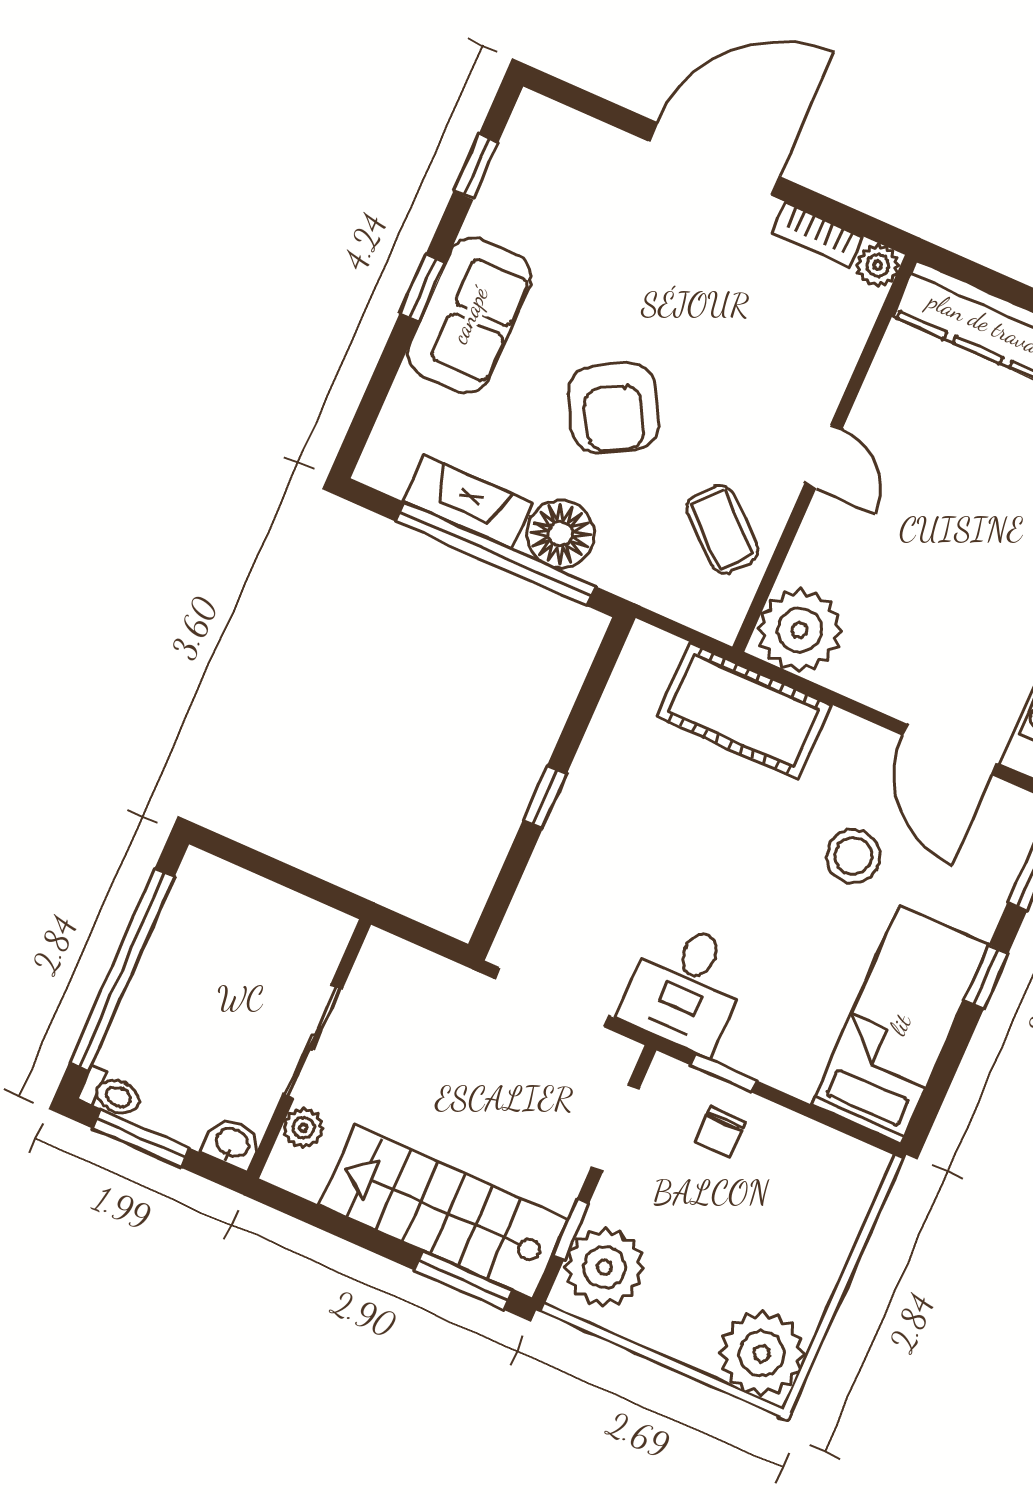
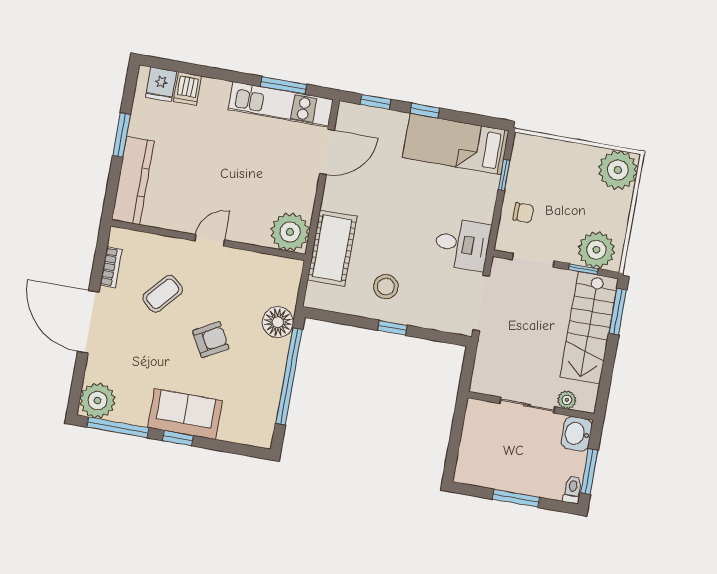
window: (476, 167) -> (118, 427), width x2.17
plant: (878, 265) -> (98, 401), moved, width x1.88, depth x1.88
armchair: (613, 408) -> (211, 340), width x0.72, depth x0.72
fireplace: (468, 502) -> (269, 394), removed
coffee table: (722, 529) -> (163, 294), moved
floor lamp: (560, 534) -> (278, 322), moved
stool: (853, 856) -> (386, 287), moved
window: (122, 970) -> (516, 498), width x0.47
window: (724, 1073) -> (504, 175), moved
washbasin: (232, 1144) -> (577, 434), width x1.38, depth x1.45

